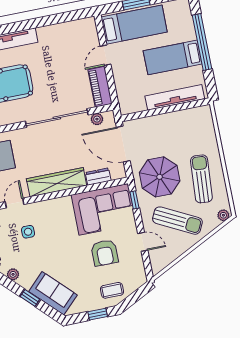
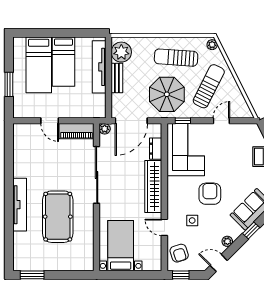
bed: (134, 25) -> (39, 65), moved, turned 180
window: (202, 42) -> (55, 33), removed
plant: (196, 118) -> (121, 52), added
plant: (97, 119) -> (105, 129), moved
bench: (166, 119) -> (117, 78), added
armchair: (105, 253) -> (210, 194), moved, turned -90

